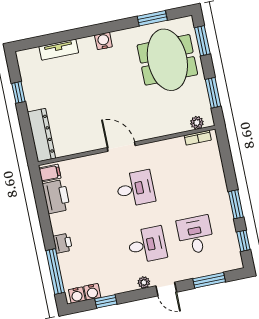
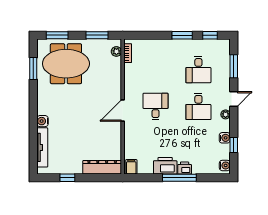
water cooler: (103, 41) -> (42, 121), moved
tv unit: (59, 50) -> (42, 147), width x1.41
printer: (56, 196) -> (165, 166), moved
desk: (195, 235) -> (198, 70), turned -90
desk: (147, 245) -> (198, 106), turned 180
window: (55, 271) -> (179, 178), moved
water cooler: (92, 292) -> (225, 138), moved

